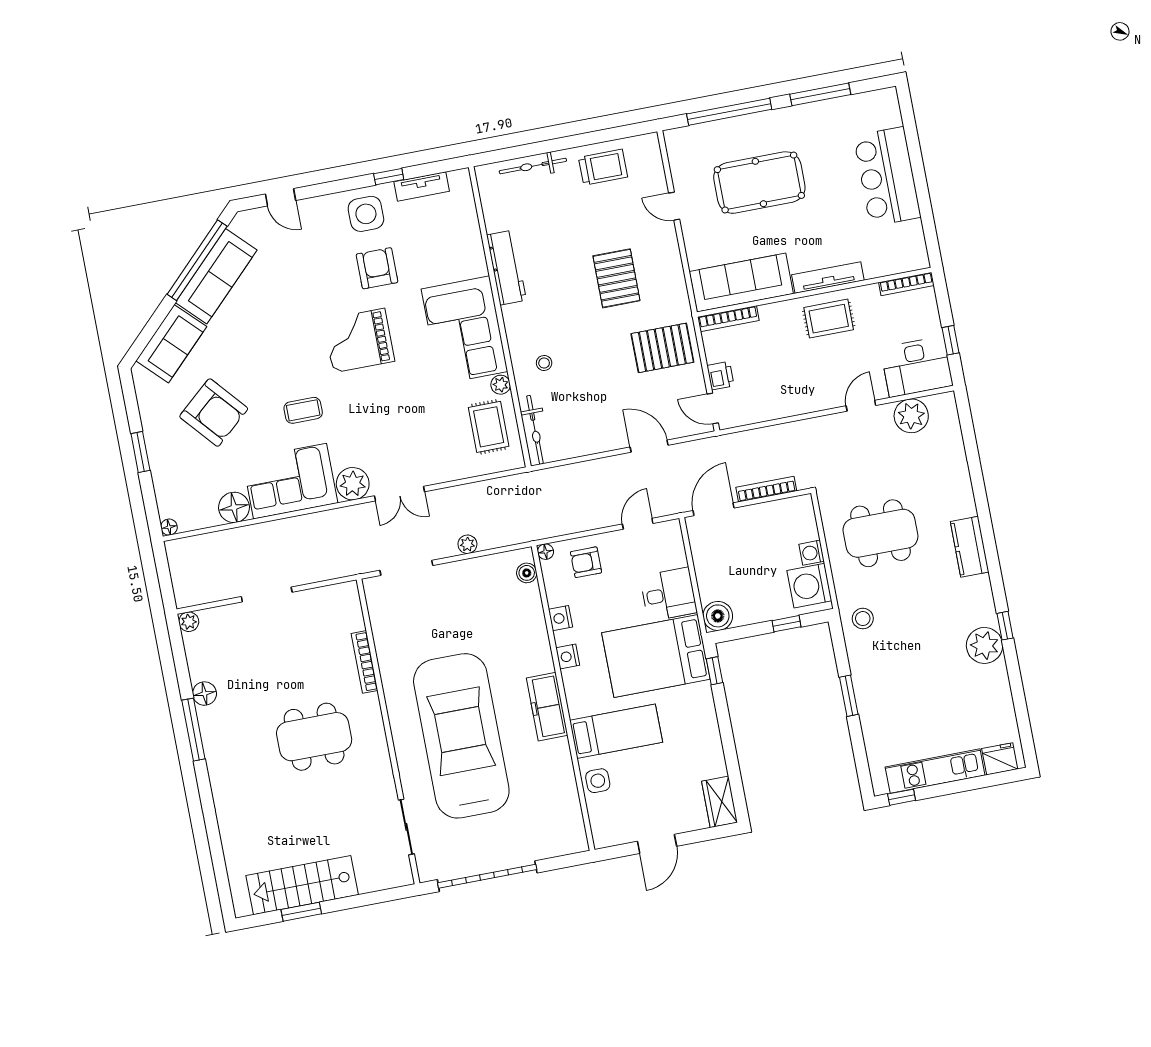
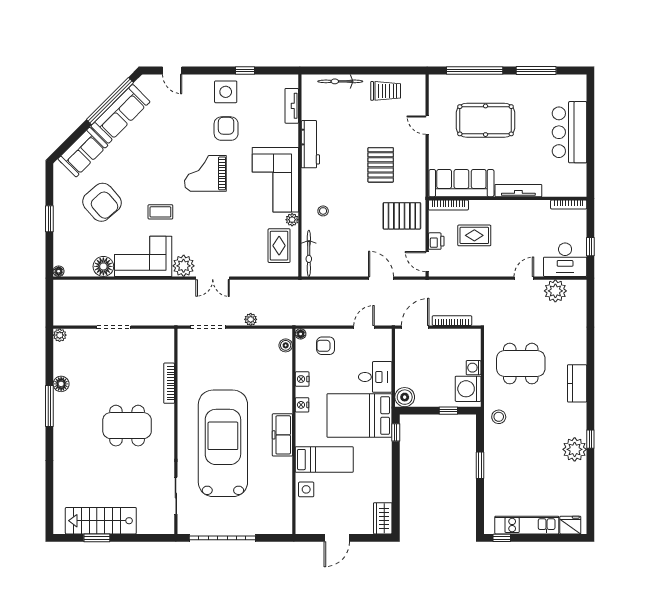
tv unit: (422, 187) -> (292, 106), moved, turned 90
rug: (829, 319) -> (474, 235), moved

